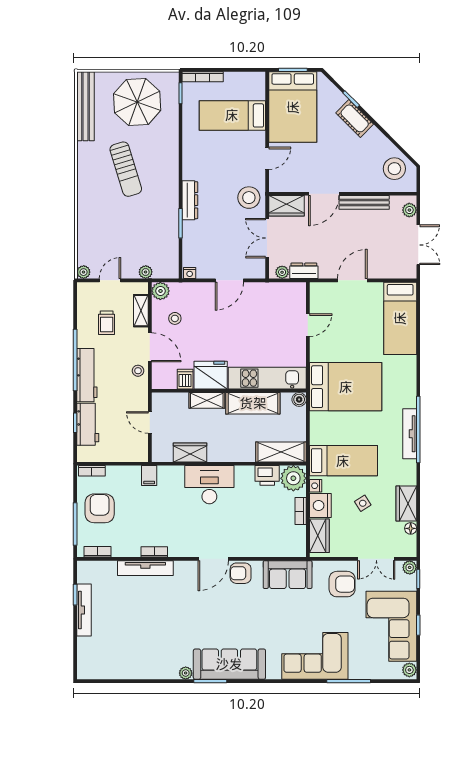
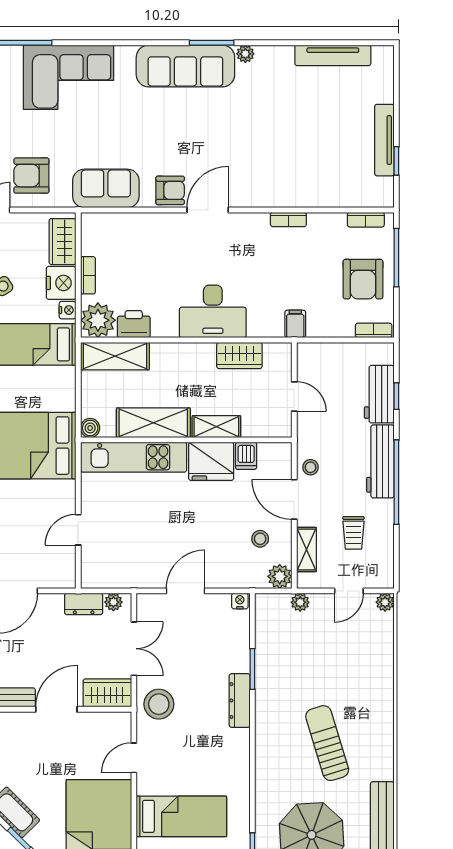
trolley: (107, 323) -> (353, 533), turned 180
tv unit: (145, 568) -> (333, 55), moved, turned 180

